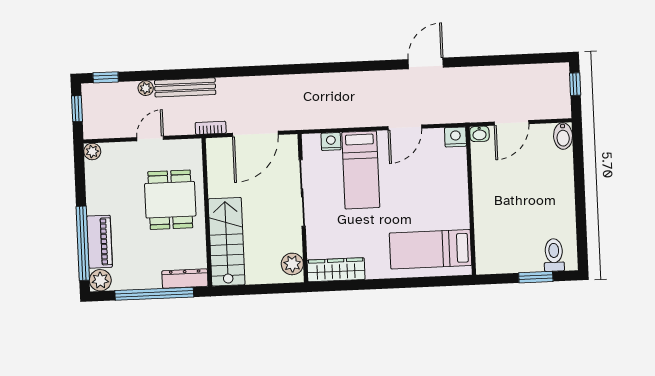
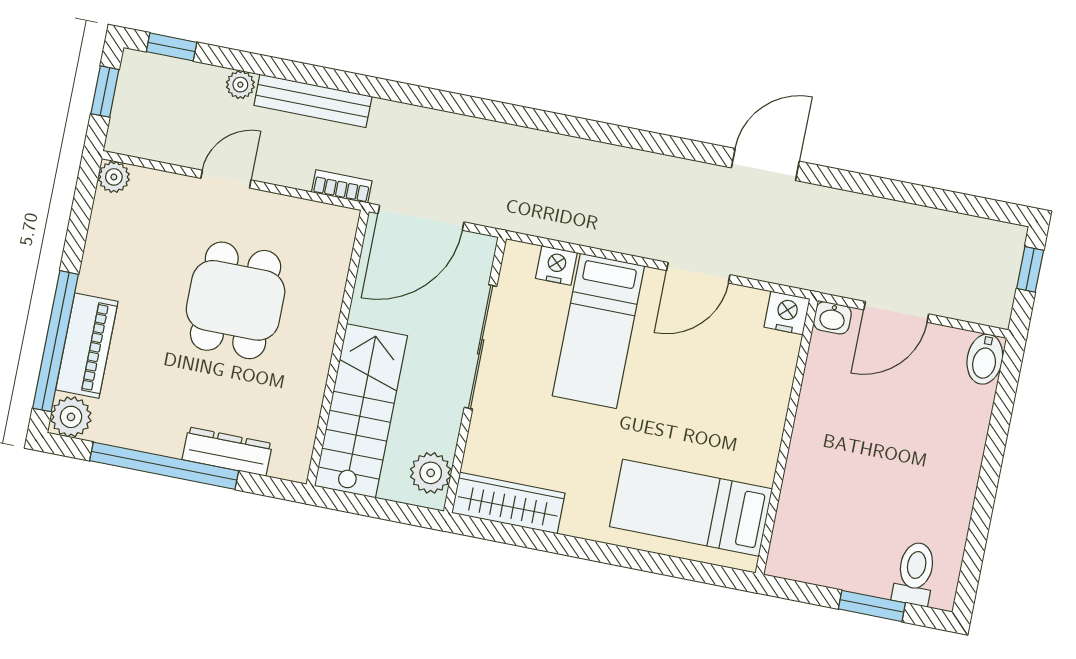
wall: (207, 212) -> (338, 348), moved
stairs: (227, 242) -> (361, 411), moved

